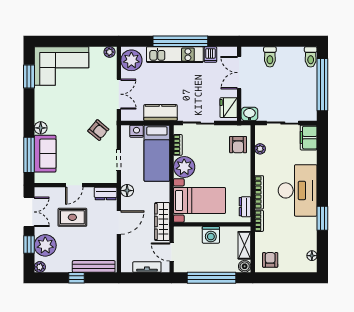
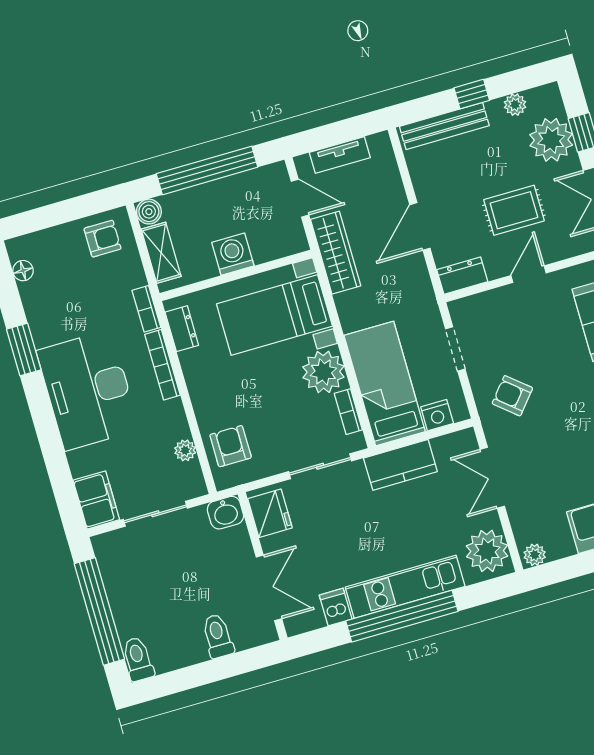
floor lamp: (127, 191) -> (422, 294), removed
armchair: (270, 260) -> (102, 239), turned -90
plant: (40, 267) -> (515, 105), moved

